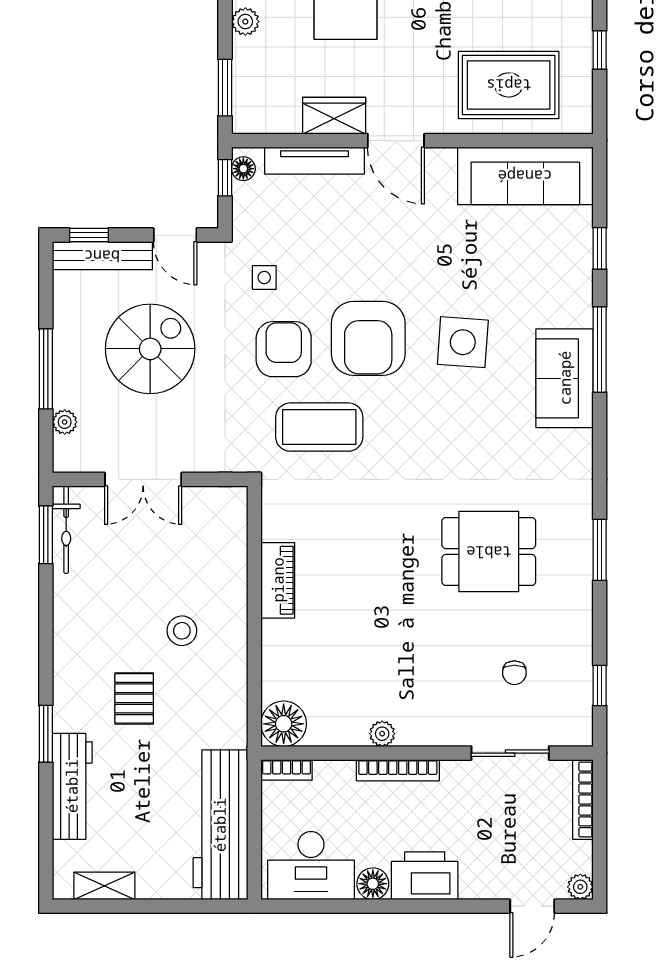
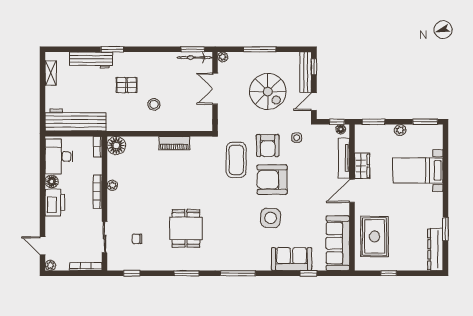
armchair: (284, 349) -> (268, 146), turned 90
window: (600, 350) -> (238, 273), moved
sofa: (565, 378) -> (292, 259), moved
plant: (65, 422) -> (223, 57), moved

